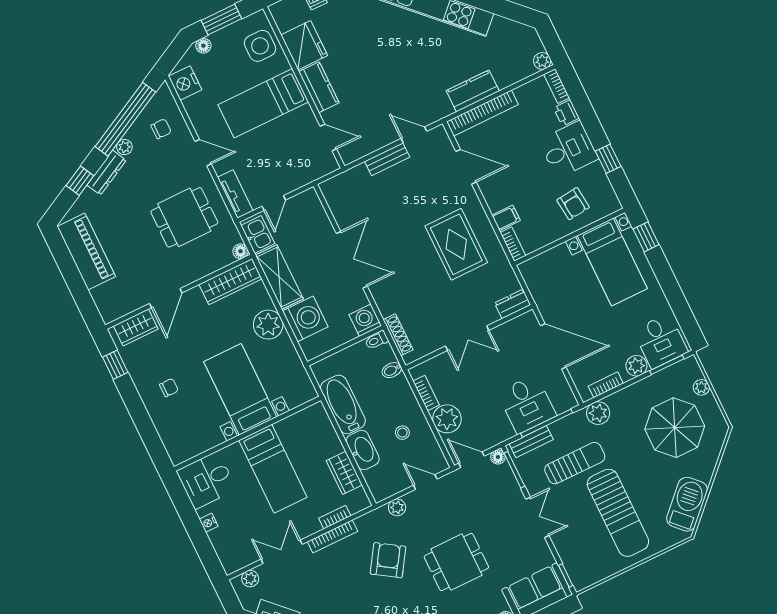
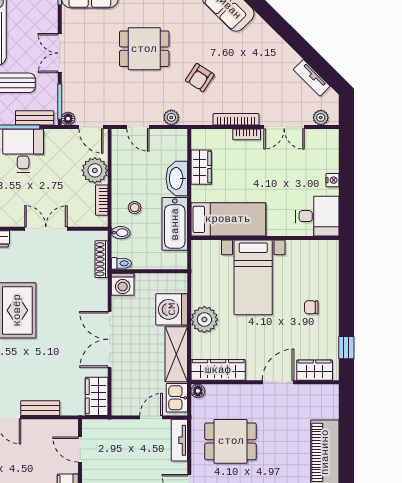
wardrobe: (337, 198) -> (97, 396), added
stool: (402, 433) -> (135, 208), moved
bed: (273, 469) -> (228, 219), moved, turned 90
bookcase: (335, 517) -> (247, 134), moved
armchair: (388, 560) -> (200, 78), width x0.72, depth x0.72

